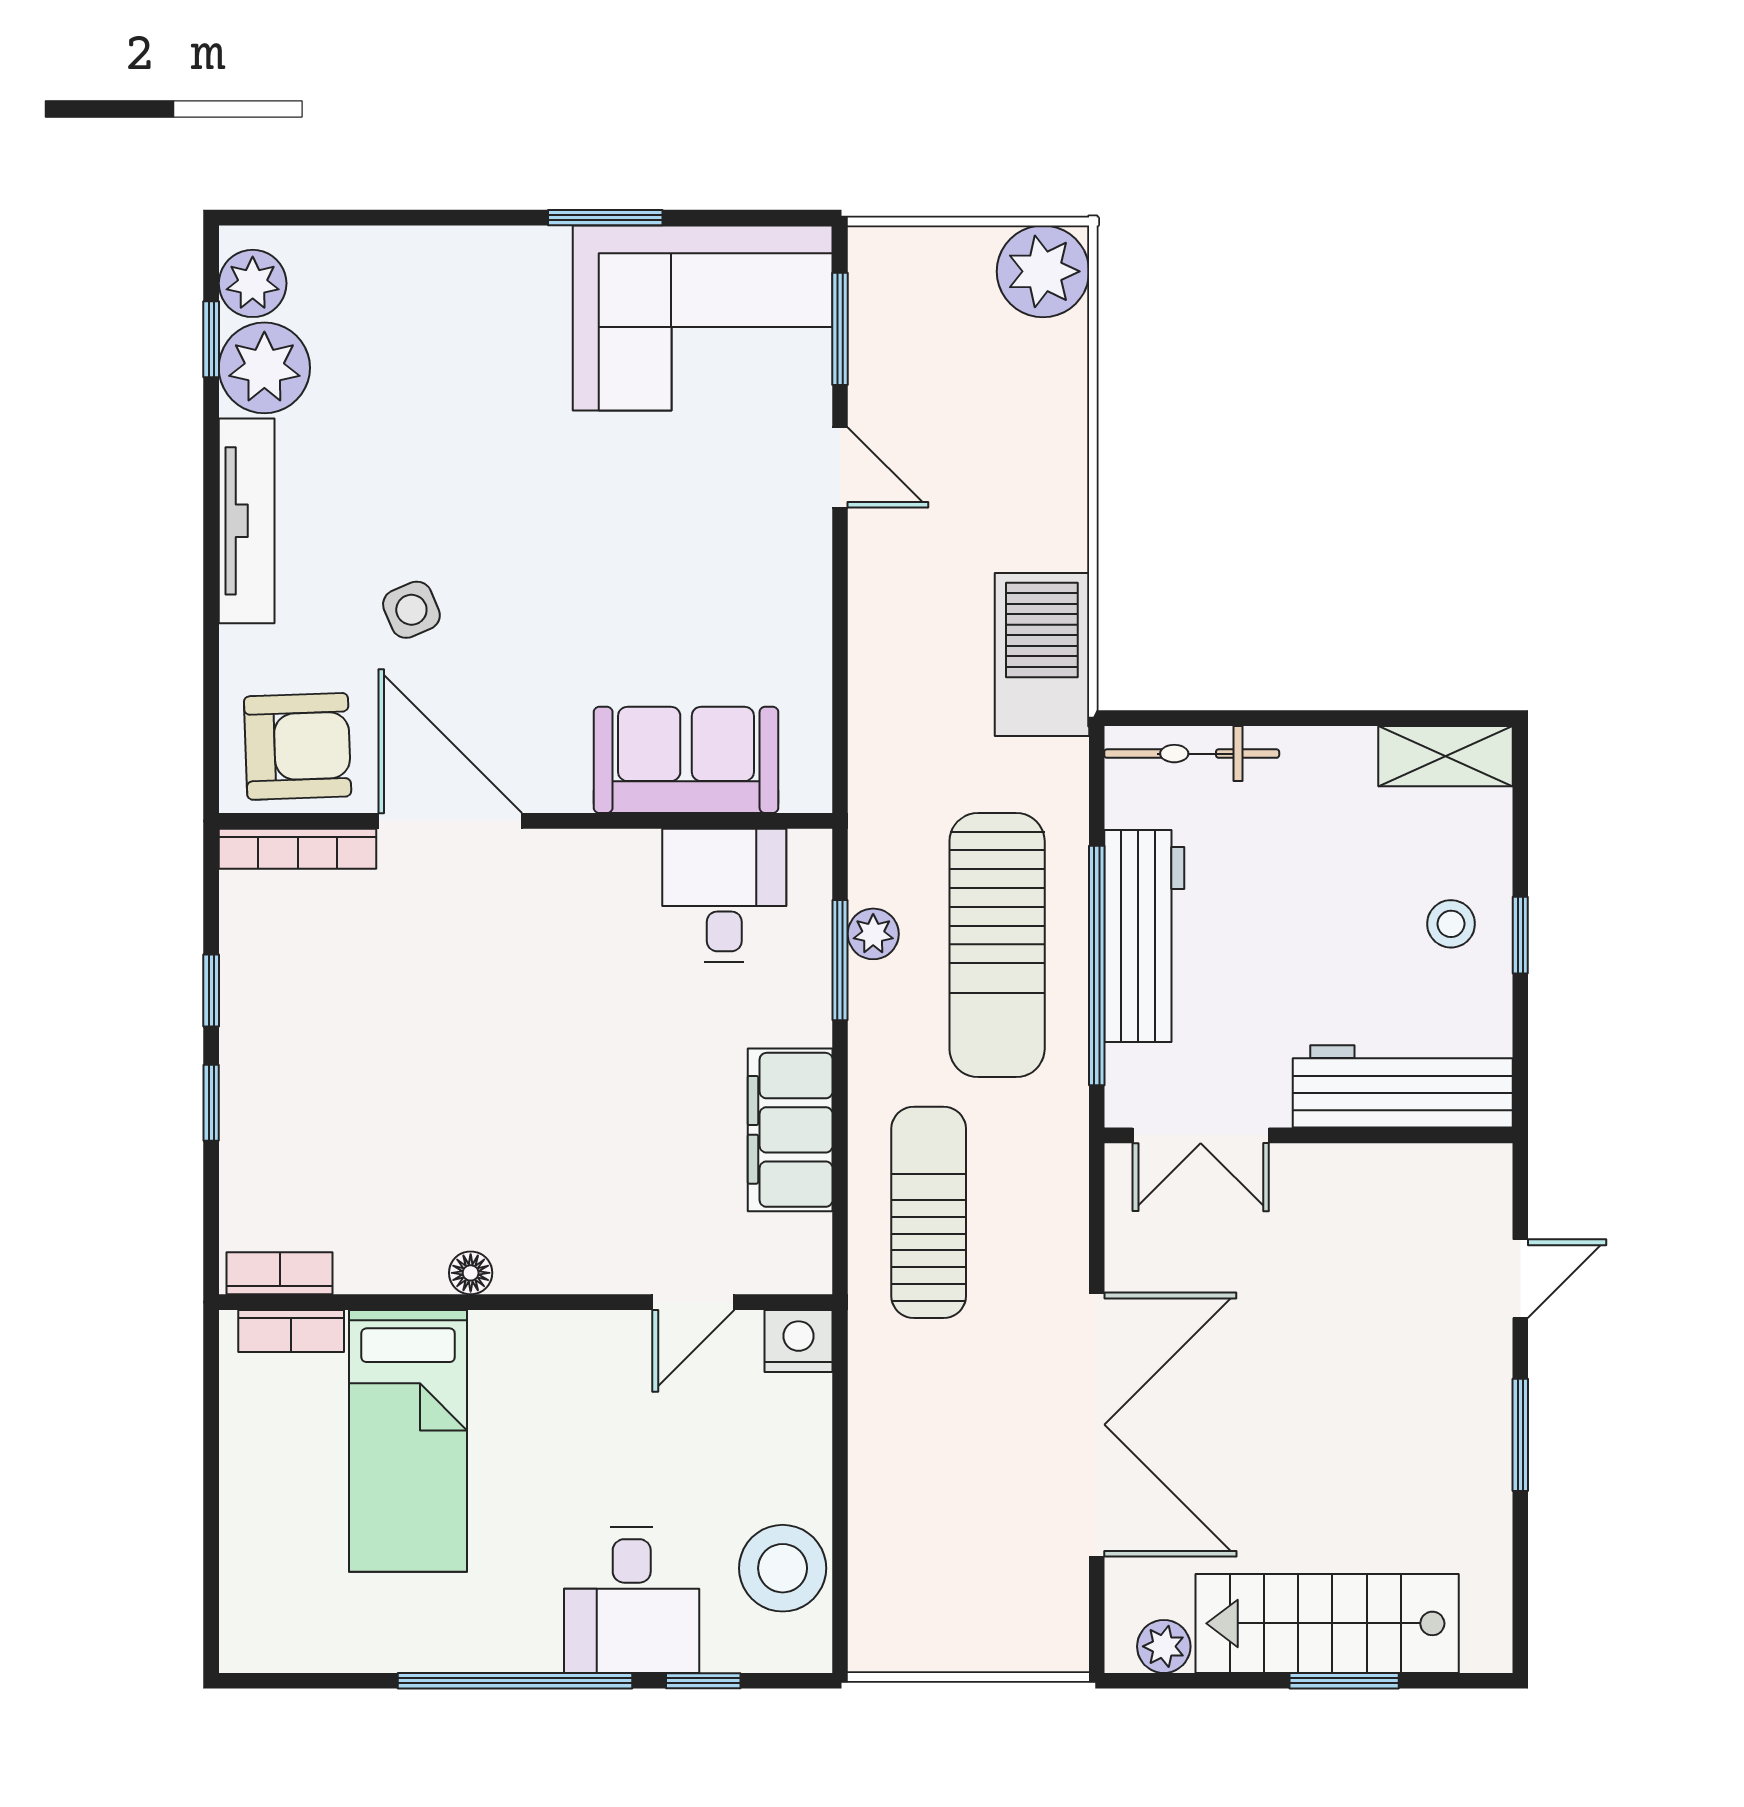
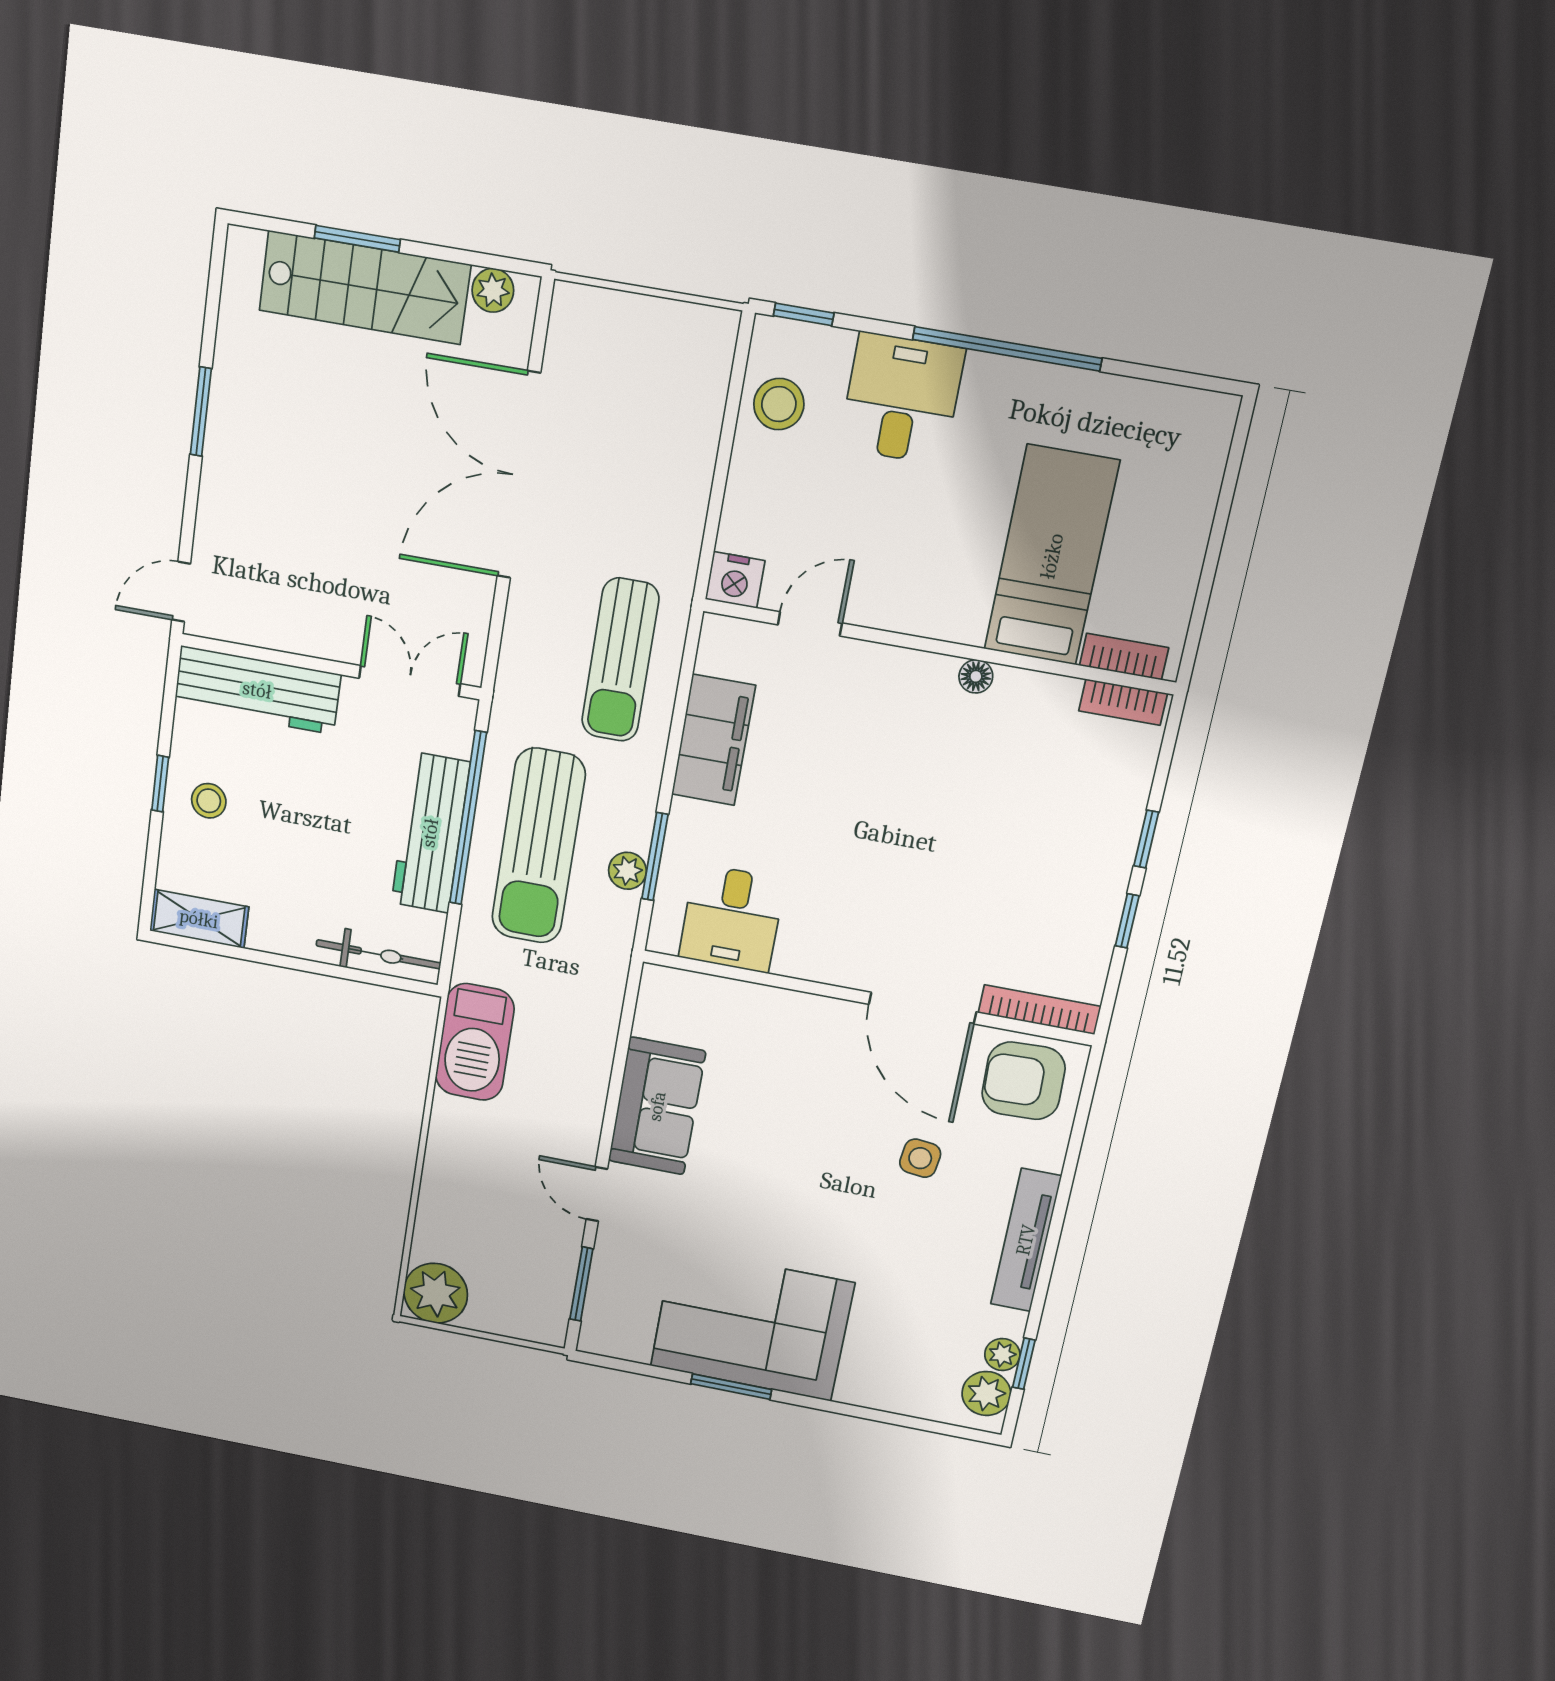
corner sofa: (703, 318) -> (752, 1325), moved
plant: (264, 368) -> (1002, 1354), width x0.53, depth x0.53
side table: (411, 610) -> (920, 1158), turned 30
sofa: (686, 760) -> (657, 1106), moved, turned -90
sun lounger: (997, 945) -> (538, 846), turned 180
door: (1520, 1279) -> (181, 592), moved
stool: (783, 1568) -> (779, 404), width x0.73, depth x0.73
window: (703, 1681) -> (804, 314), moved

